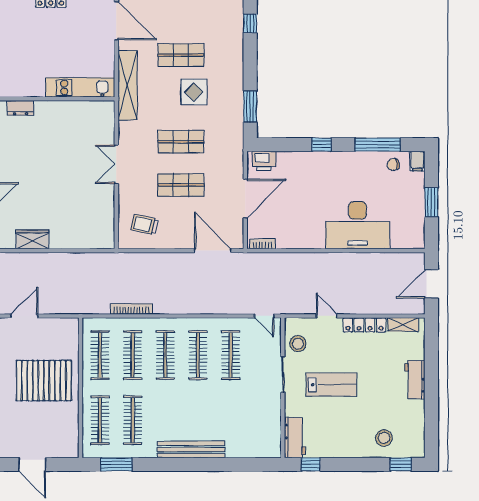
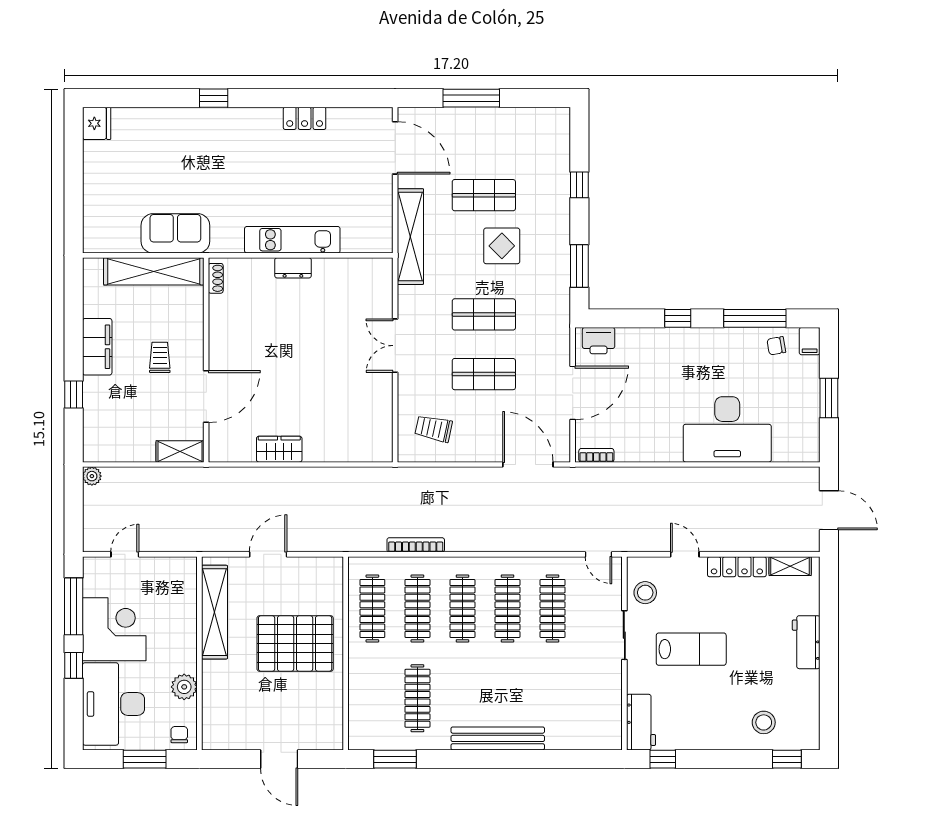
window: (250, 23) -> (579, 185), moved
kitchen unit: (80, 87) -> (292, 240), moved
dresser: (20, 108) -> (293, 268), moved
door: (431, 284) -> (829, 510), swing flipped
clothes rail: (100, 420) -> (372, 698), removed

